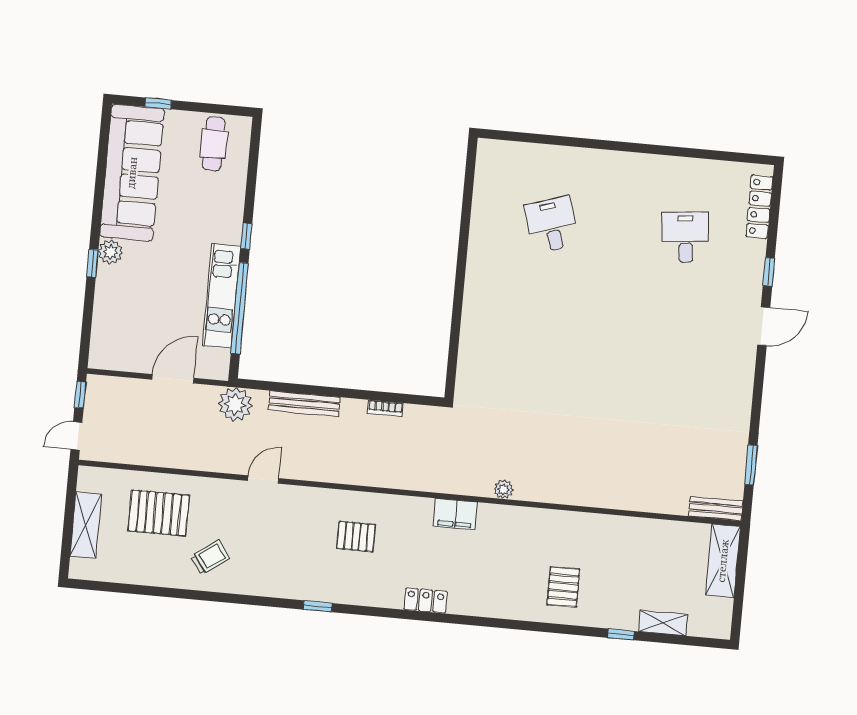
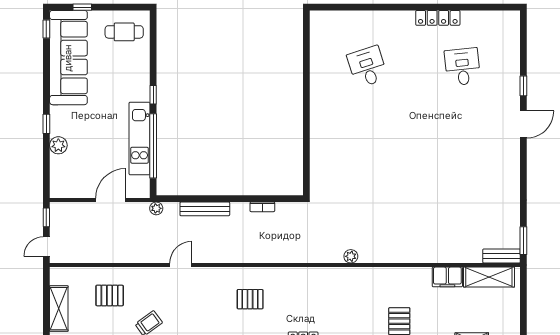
window: (105, 130) -> (46, 29), added
cafe table: (214, 144) -> (124, 32), turned 90
locker: (759, 207) -> (438, 18), moved, turned -90
plant: (110, 252) -> (58, 145), moved
plant: (235, 404) -> (156, 208), width x0.53, depth x0.53
window: (751, 465) -> (523, 241), moved
pallet: (159, 513) -> (110, 295), width x0.67, depth x0.71
filing cabinet: (455, 514) -> (447, 277), moved
shelving: (723, 561) -> (489, 277), moved, turned 90

